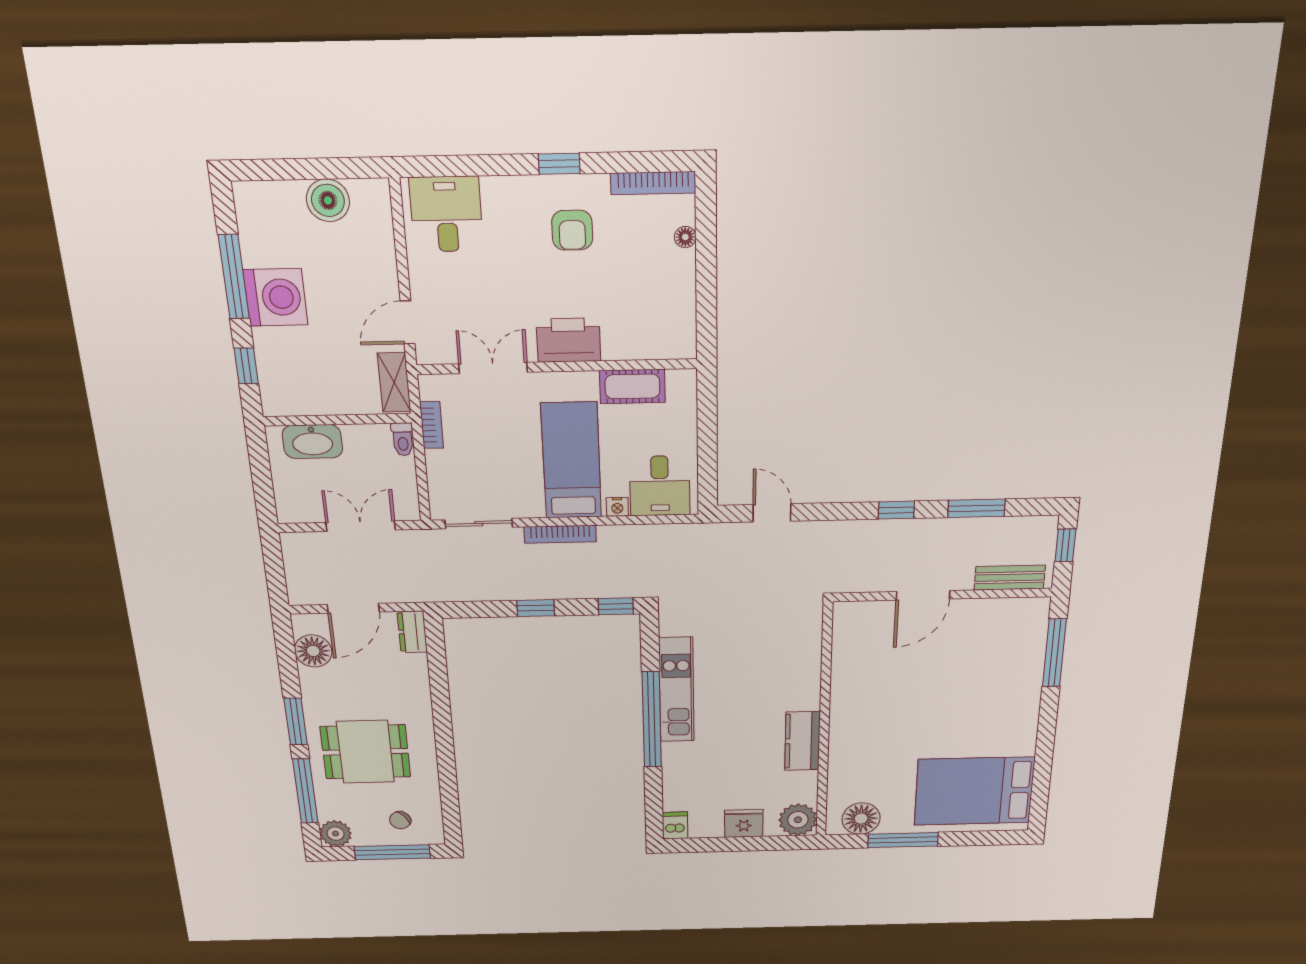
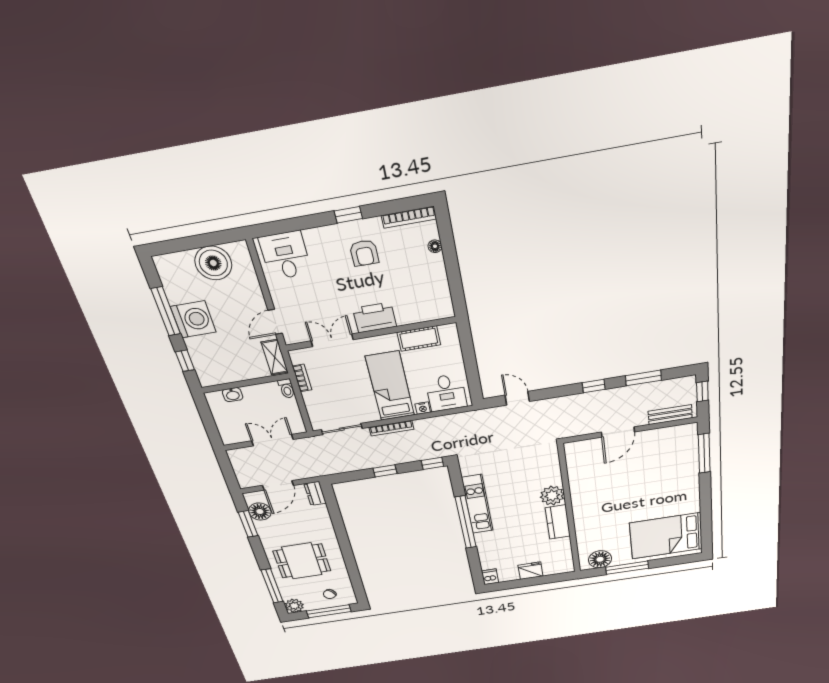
boiler: (328, 200) -> (213, 263), width x1.37, depth x1.37
washbasin: (312, 442) -> (233, 395), width x0.52, depth x0.69
window: (296, 721) -> (248, 524), moved
plant: (798, 820) -> (552, 496), moved

